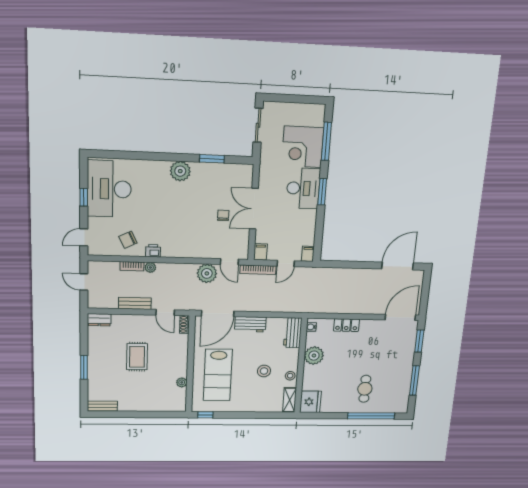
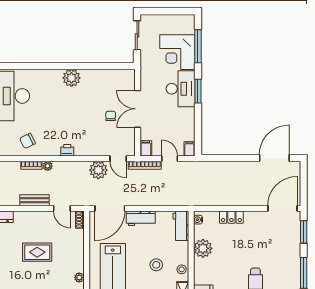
window: (212, 159) -> (99, 66), removed
printer: (153, 251) -> (67, 150), moved
door: (286, 263) -> (170, 159), swing flipped
rug: (137, 357) -> (37, 252), turned 90

